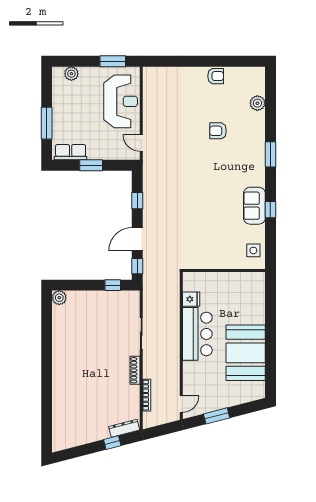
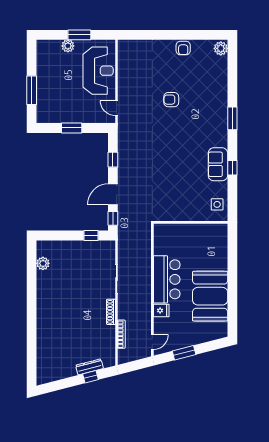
window: (113, 61) -> (79, 35), moved
plant: (71, 74) -> (68, 46), moved
armchair: (216, 76) -> (183, 48), turned 90
plant: (257, 103) -> (221, 48), moved
armchair: (218, 131) -> (171, 100), moved
row of seats: (71, 152) -> (53, 116), removed
plant: (59, 298) -> (43, 263), moved
fridge: (191, 299) -> (161, 311), moved
dresser: (124, 428) -> (89, 367), moved

